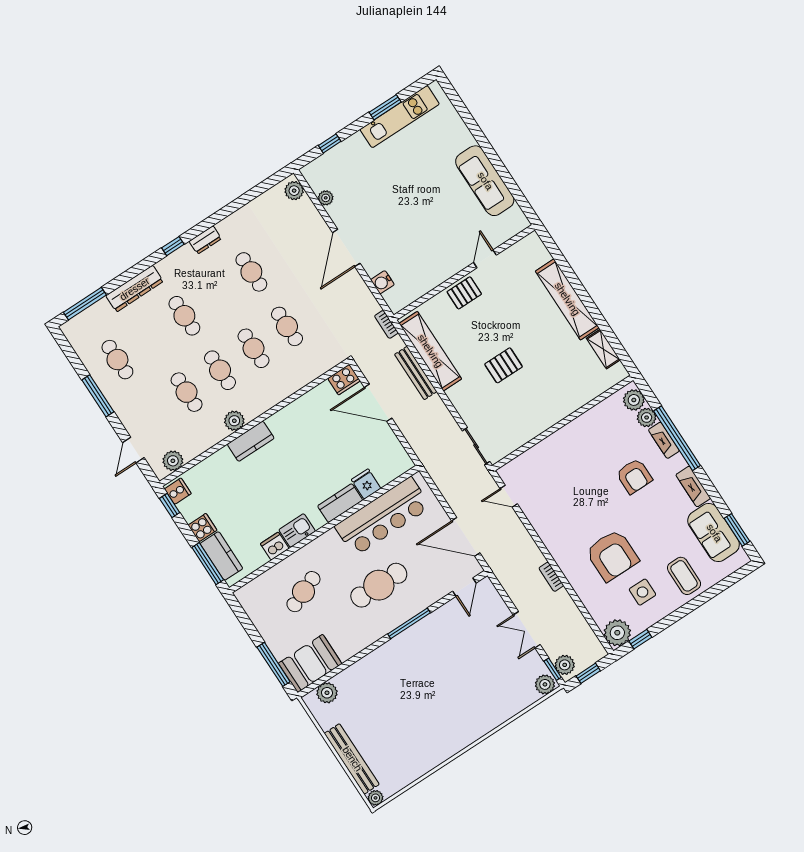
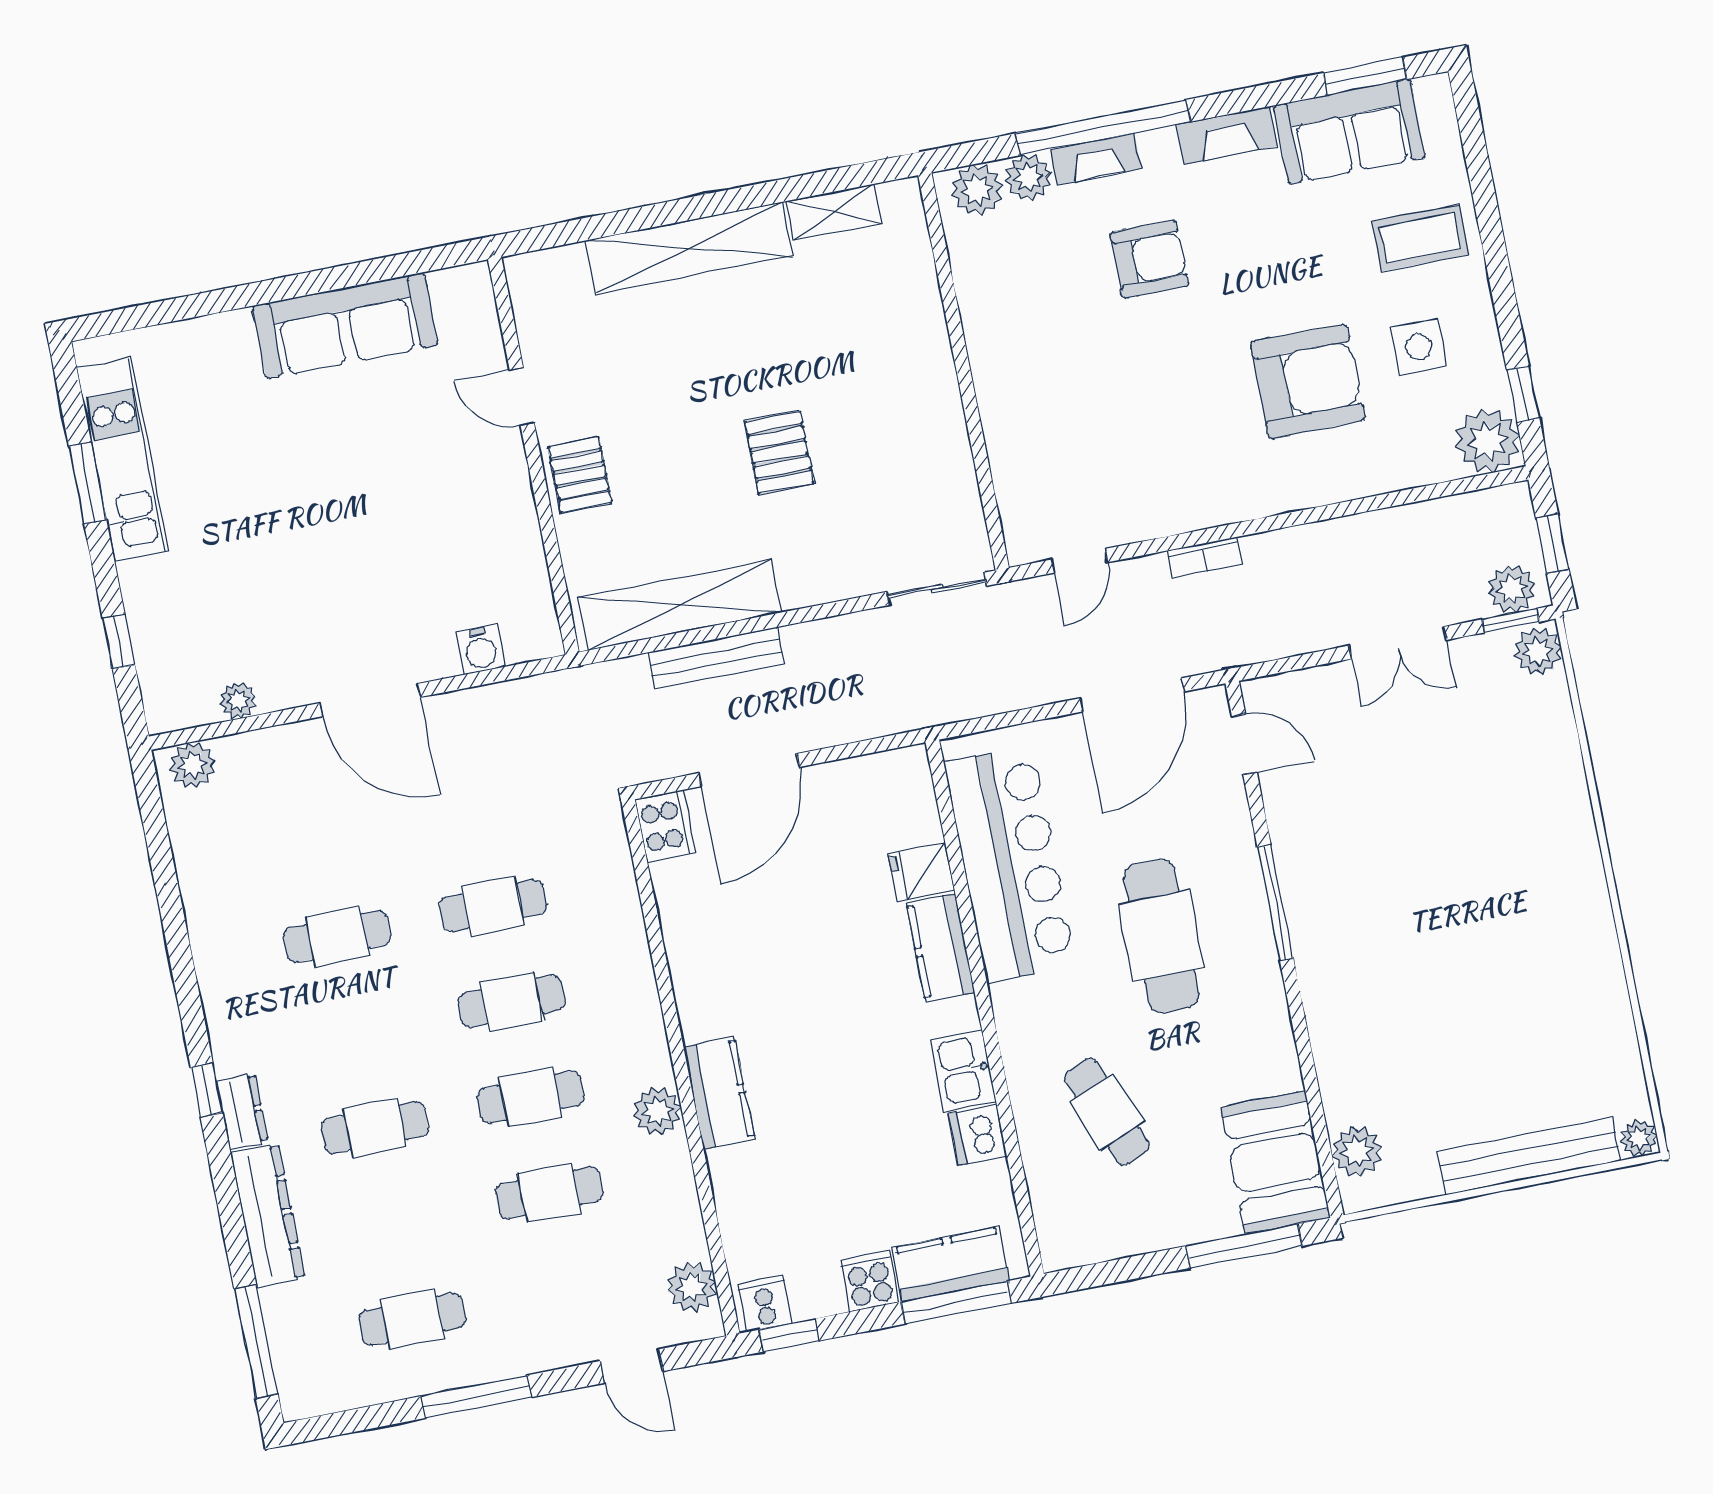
dresser: (205, 240) -> (242, 1111), moved
bookcase: (386, 324) -> (579, 679), removed
bookcase: (551, 577) -> (1204, 557), moved

